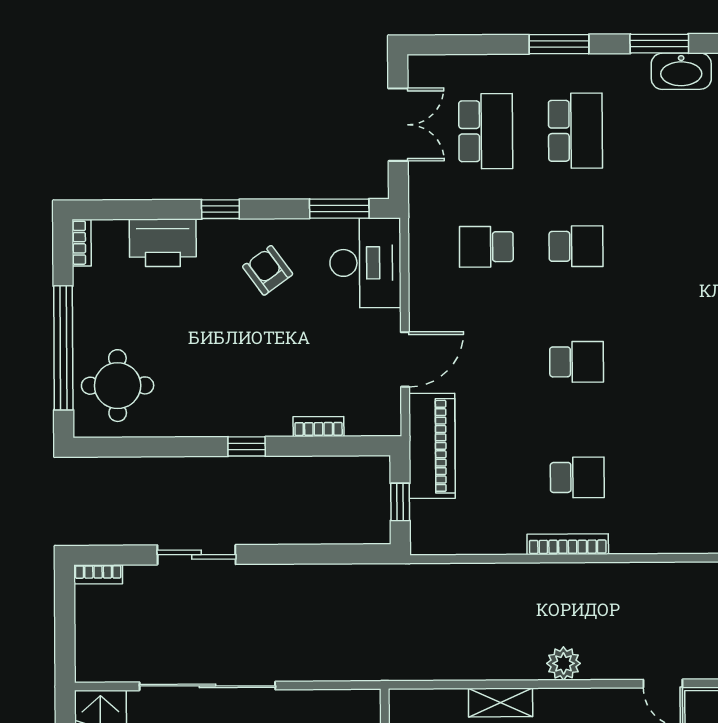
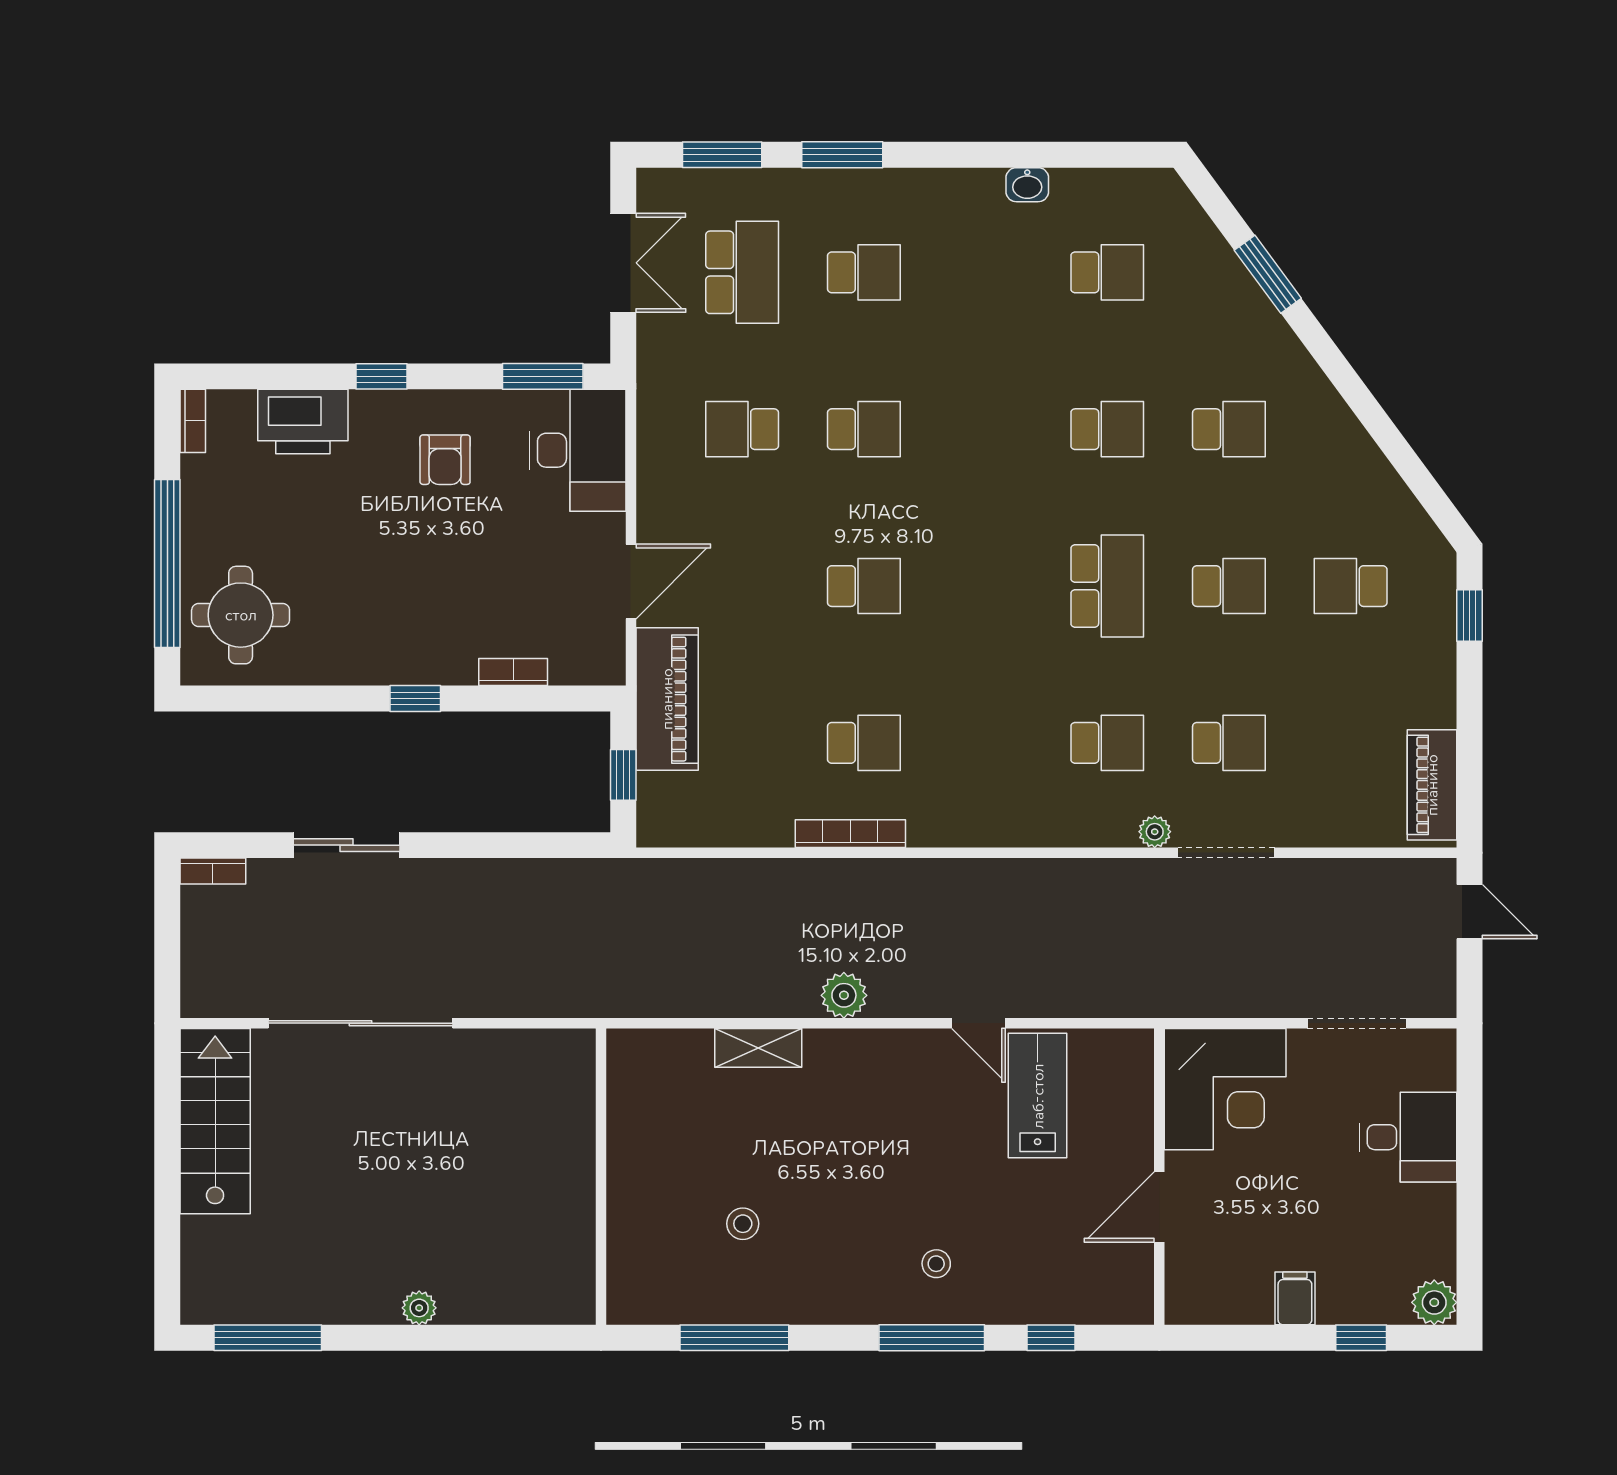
window: (659, 44) -> (722, 155), moved
washbasin: (681, 71) -> (1027, 185), width x0.52, depth x0.69
school desk: (575, 131) -> (864, 272), width x0.54
armchair: (268, 270) -> (445, 460), turned -144

